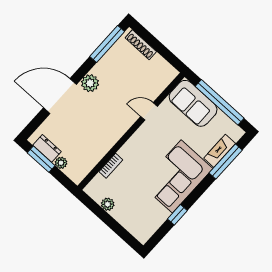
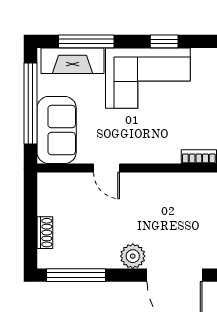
shoe rack: (141, 45) -> (45, 233), width x0.70
fireplace: (220, 151) -> (73, 61), width x1.37, depth x1.32
window: (177, 215) -> (164, 41), moved

